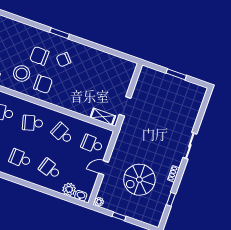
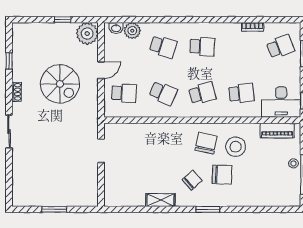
chair: (43, 84) -> (206, 143), turned 102
shelving: (103, 117) -> (160, 200), moved
spiral stairs: (139, 180) -> (60, 84), moved, turned 90
plant: (99, 202) -> (87, 34), width x1.87, depth x1.87

